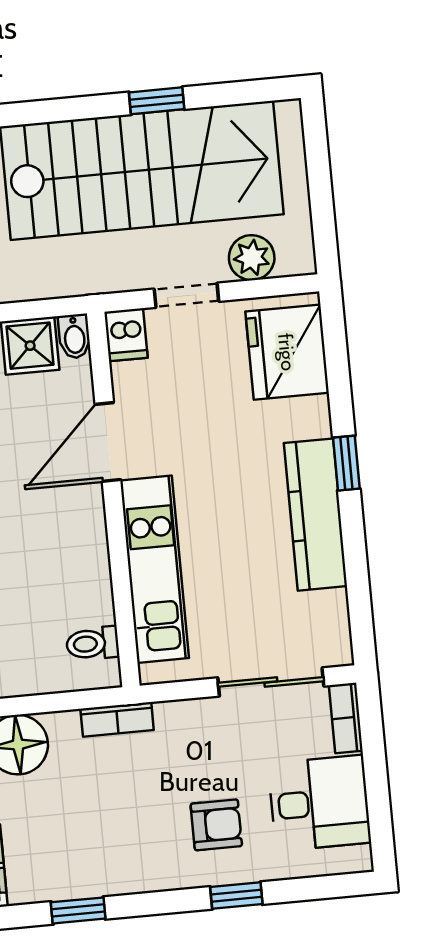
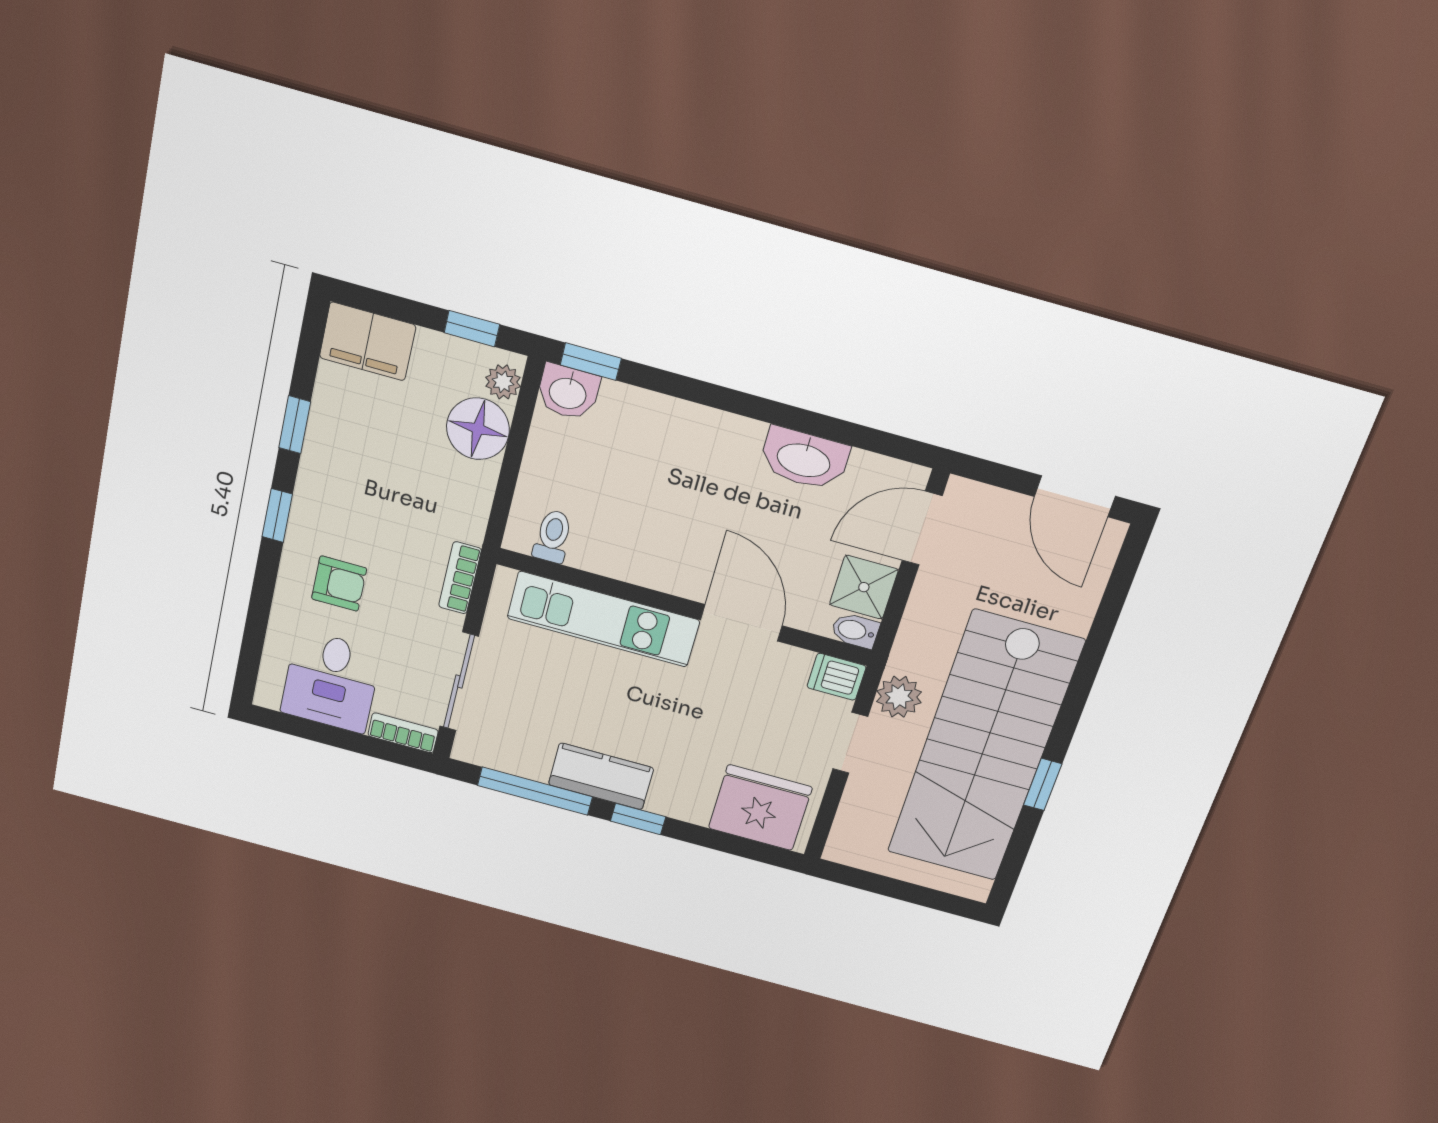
plant: (252, 258) -> (899, 697), moved
kitchen counter: (315, 515) -> (601, 776), width x0.67
window: (357, 572) -> (535, 791), added
bookcase: (117, 719) -> (460, 578), moved
armchair: (216, 825) -> (339, 584), turned -90
window: (236, 896) -> (277, 515), moved

